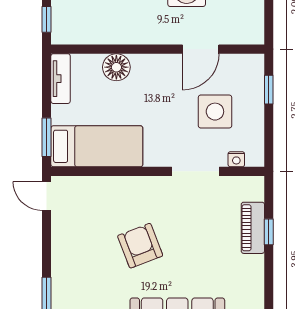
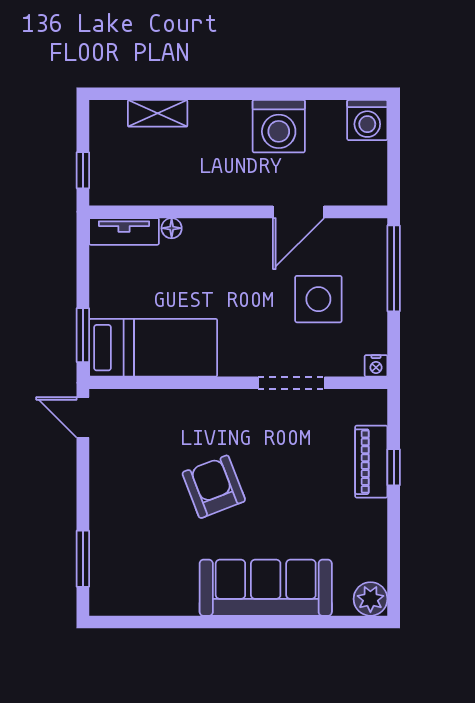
floor lamp: (116, 67) -> (172, 228), width x0.53, depth x0.53
tv unit: (61, 79) -> (124, 231), moved, turned 90
window: (269, 90) -> (394, 268), width x2.17
nightstand: (236, 159) -> (376, 366), moved

